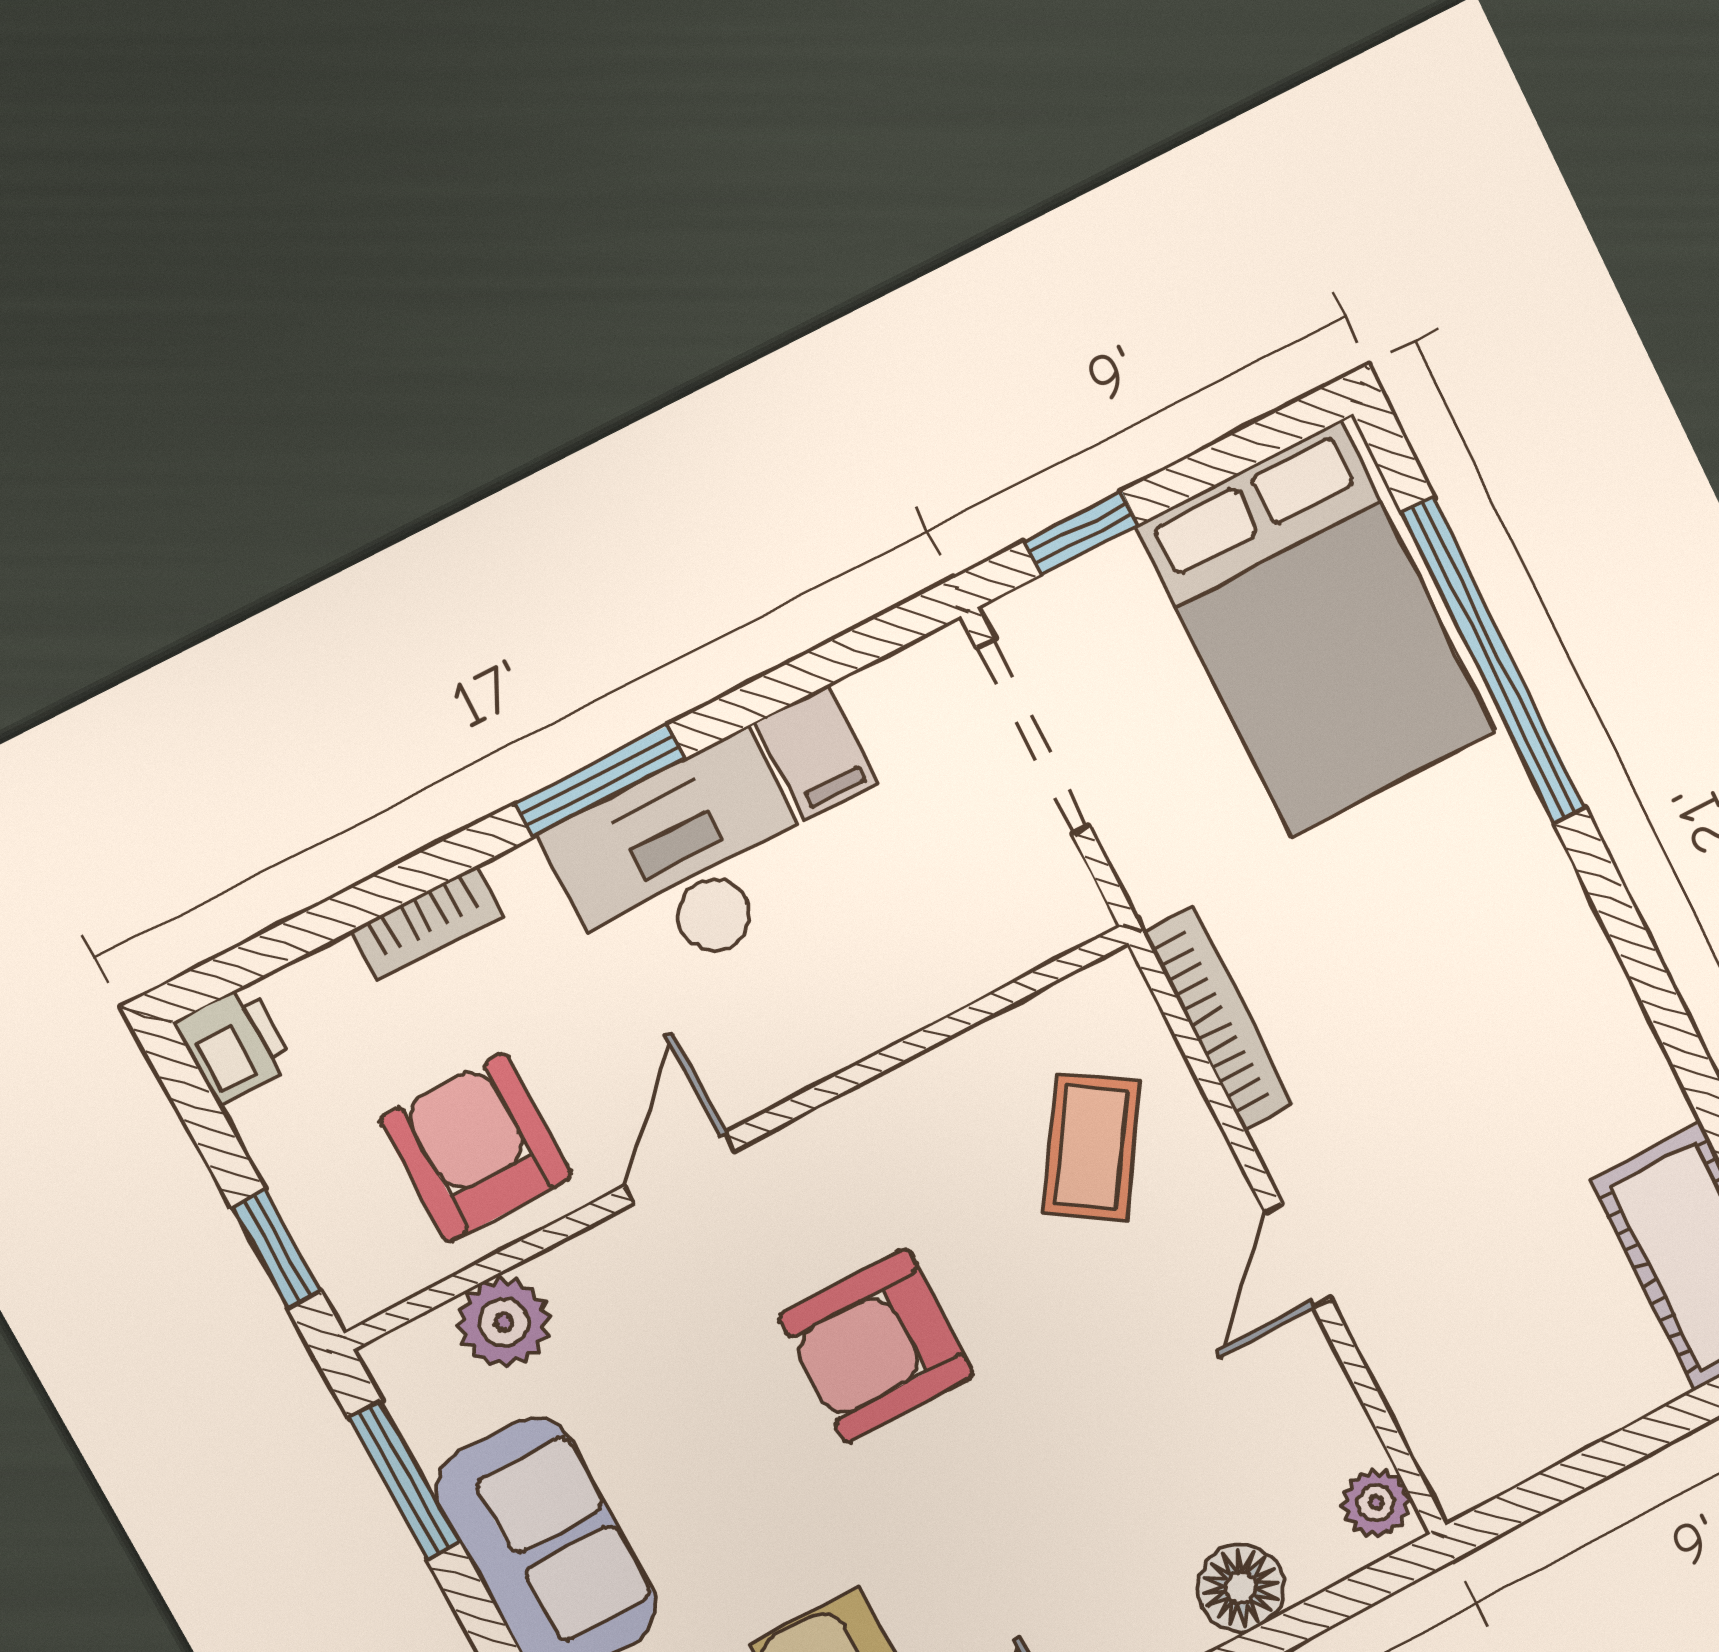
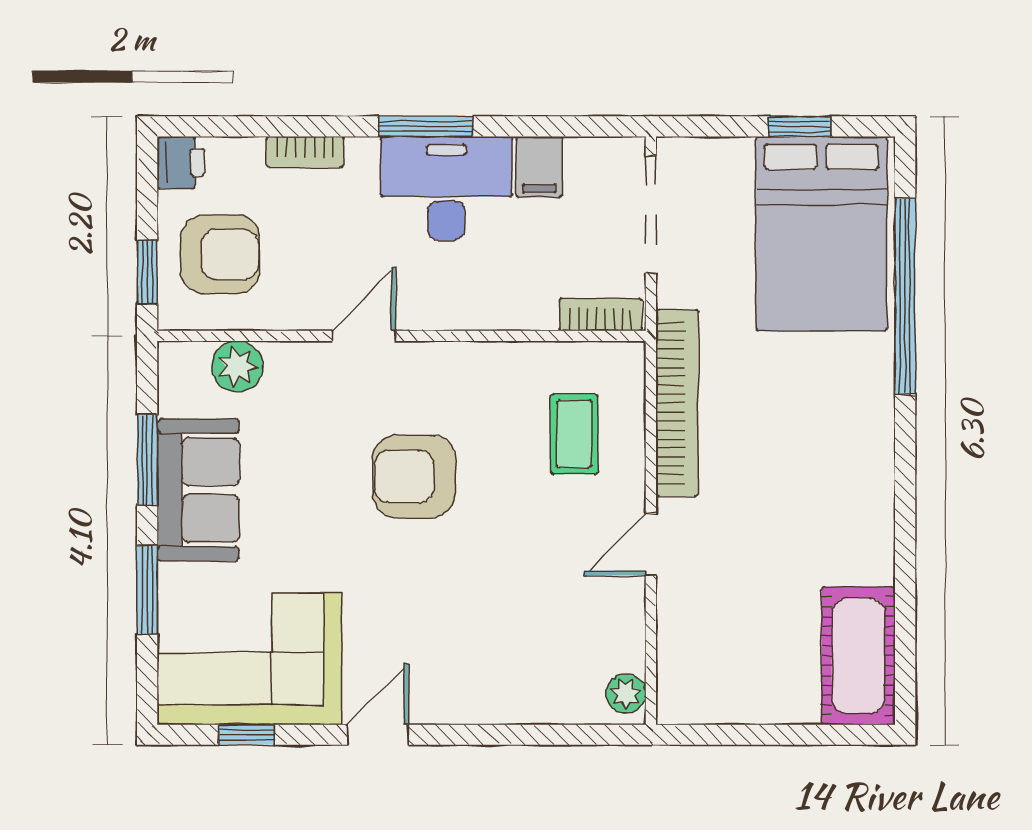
window: (1082, 533) -> (800, 126), moved
bookcase: (1036, 938) -> (601, 314), added
bookcase: (1219, 1019) -> (677, 403), width x1.48, depth x1.31
coffee table: (1092, 1147) -> (574, 434), turned -33
armchair: (476, 1148) -> (220, 254), moved, turned 90
window: (404, 1480) -> (147, 460), moved
floor lamp: (1241, 1588) -> (534, 700), removed

